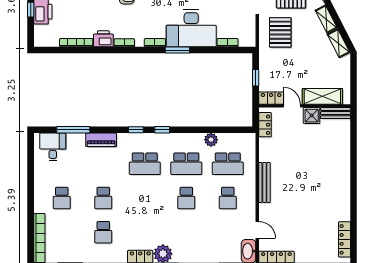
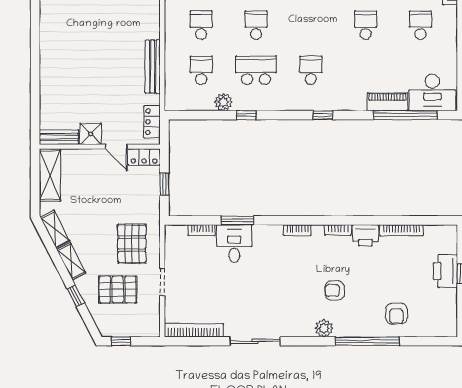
desk: (191, 28) -> (234, 244), width x0.53, depth x0.77
window: (177, 50) -> (237, 220), moved
shelving: (322, 96) -> (50, 175), moved, turned 90
window: (73, 130) -> (405, 115), width x1.46
window: (162, 130) -> (246, 115), moved
piano: (101, 140) -> (387, 102), moved
desk: (53, 147) -> (432, 93), width x1.37
school desk: (145, 164) -> (311, 70), width x0.54
school desk: (228, 164) -> (201, 70), width x0.54
bench: (264, 182) -> (153, 67), moved

